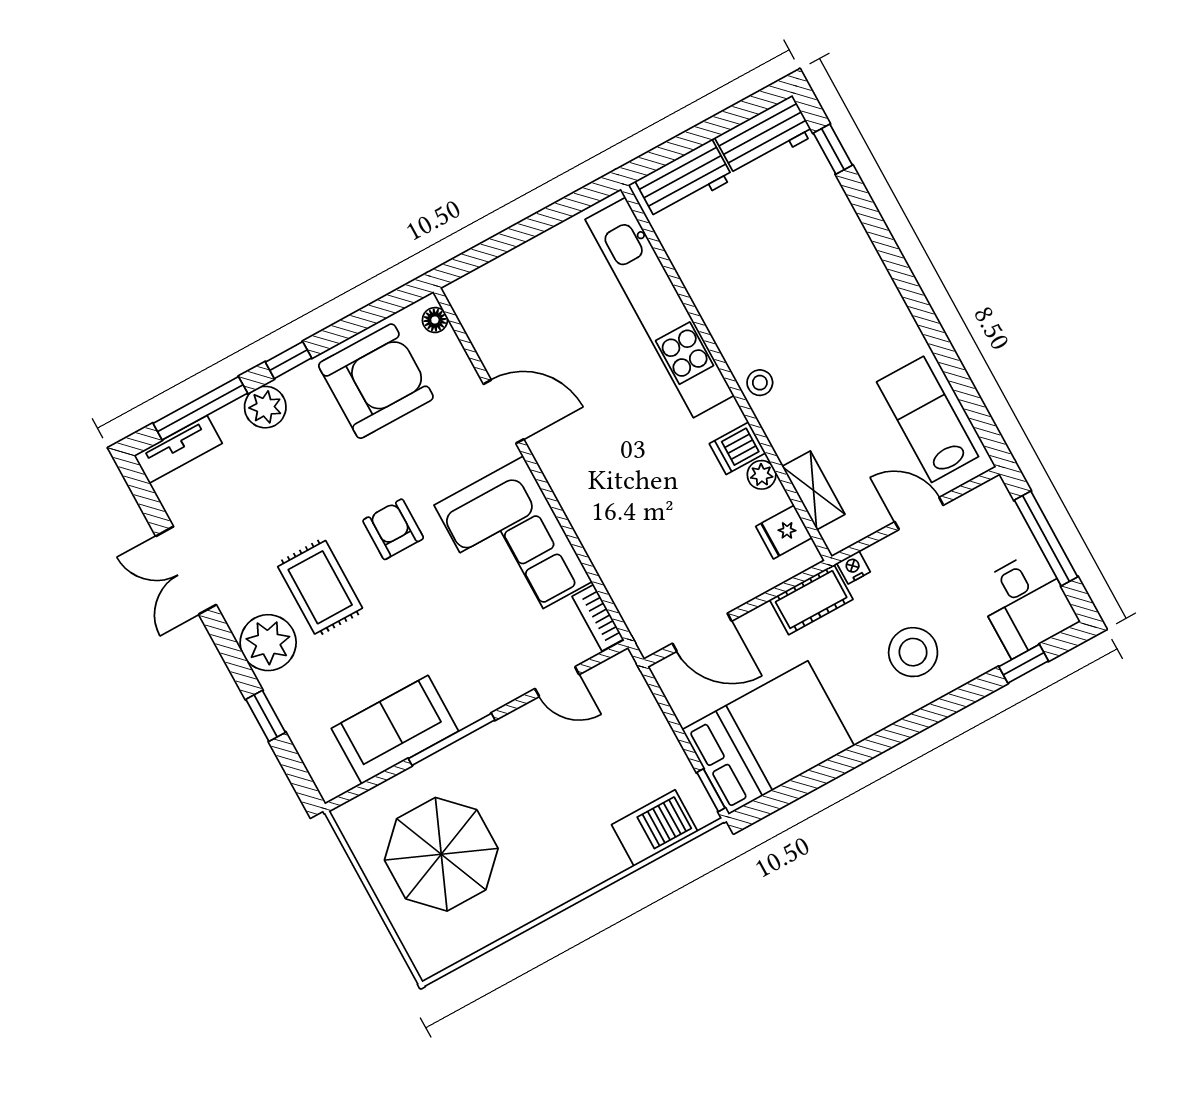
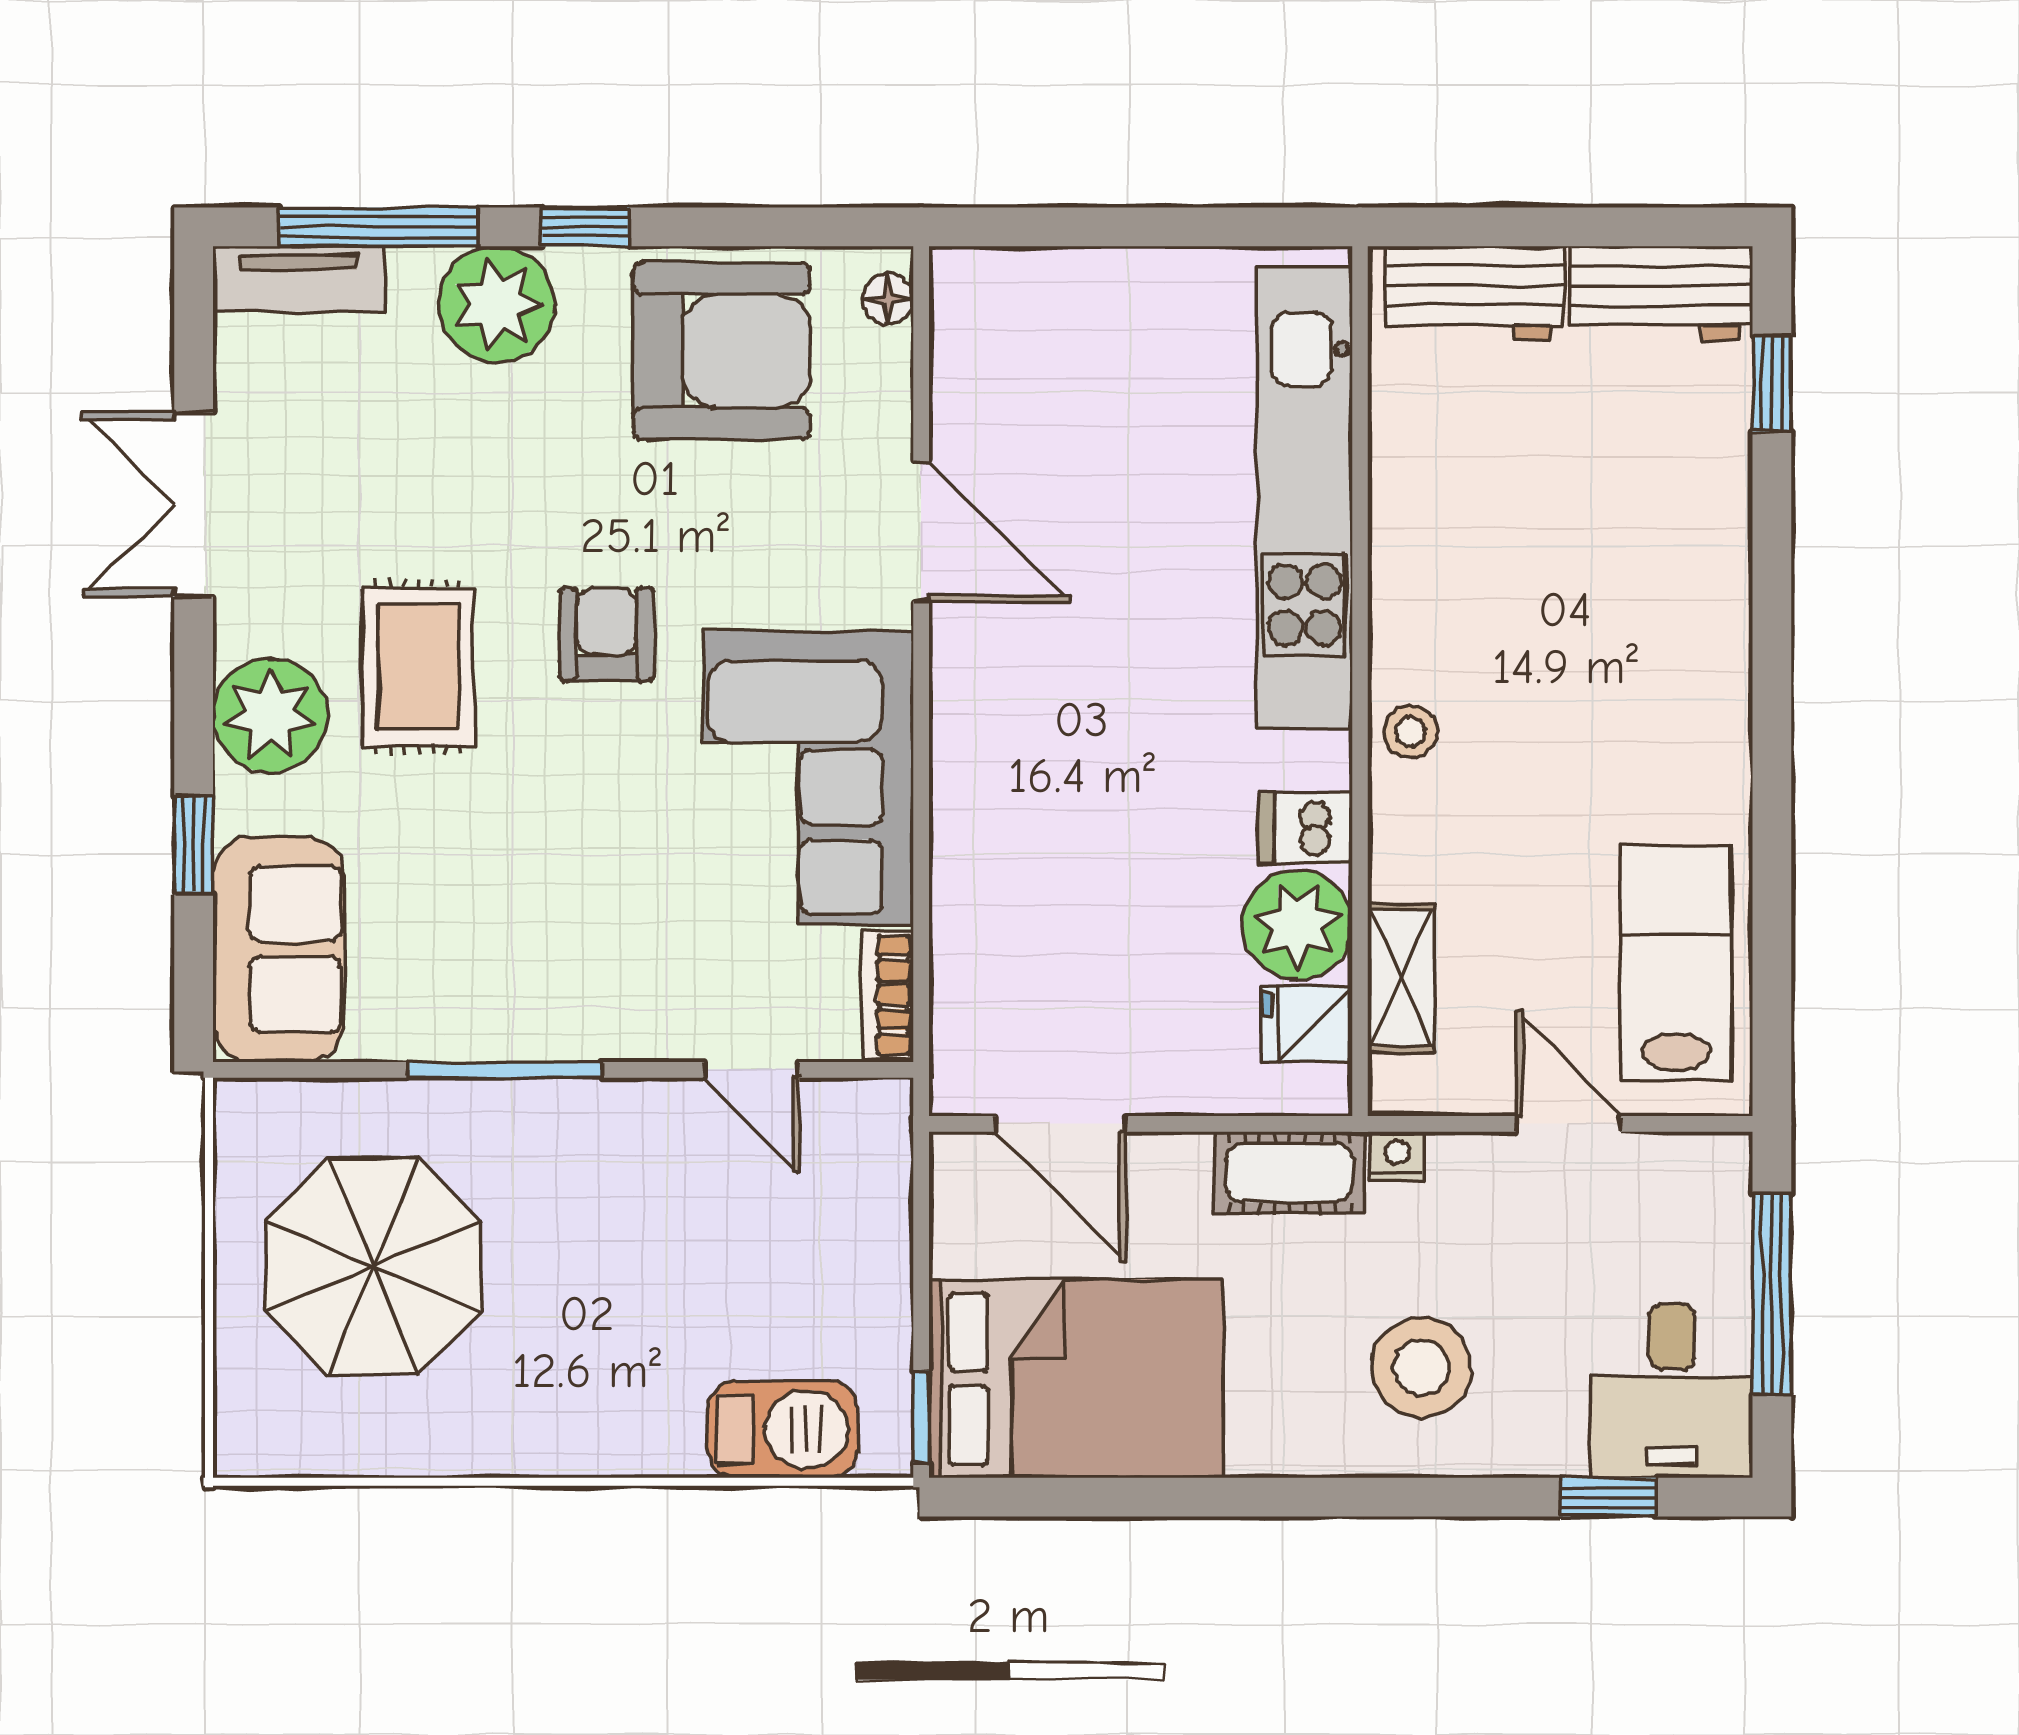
plant: (265, 407) -> (497, 304), width x1.36, depth x1.36
plant: (762, 475) -> (1297, 925), width x1.87, depth x1.87
sofa: (395, 730) -> (278, 949), moved, turned 90

